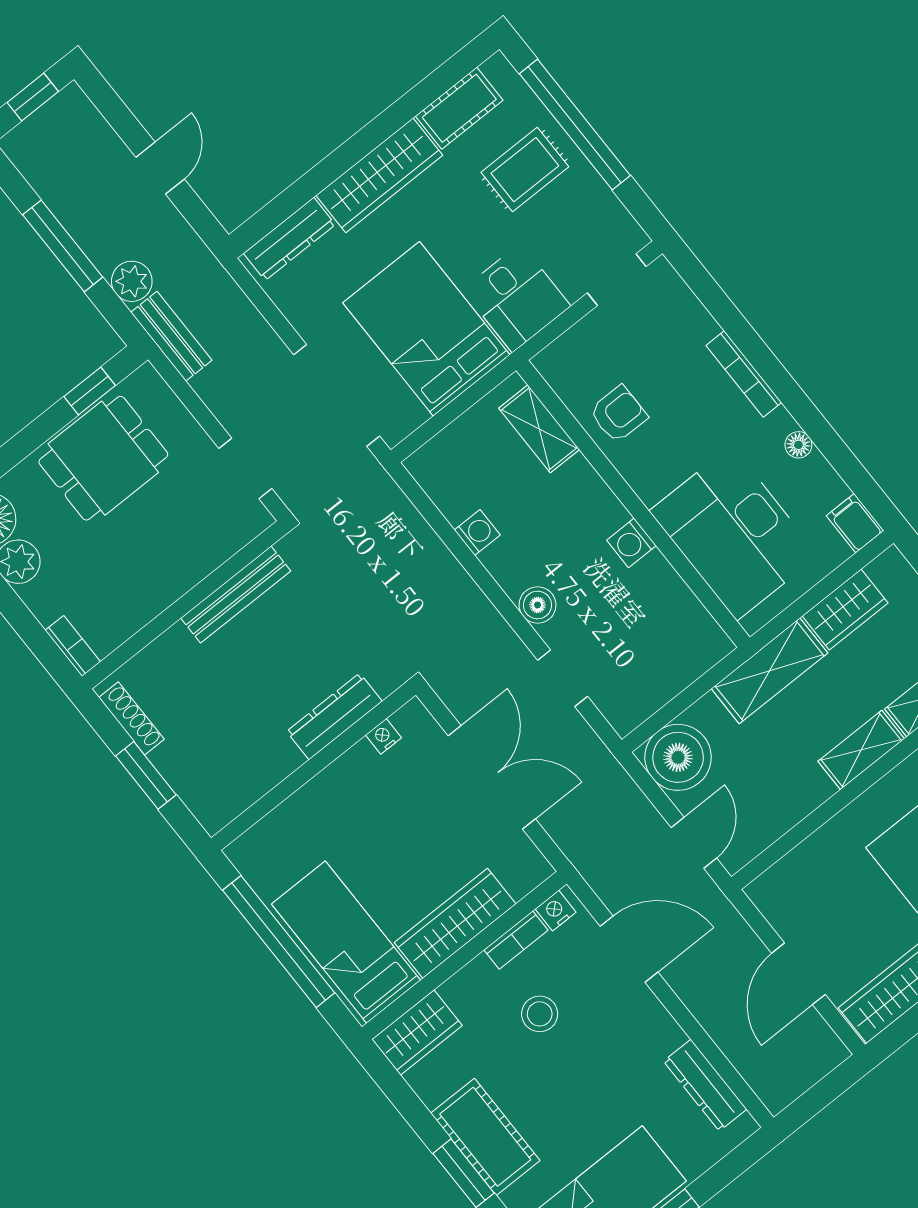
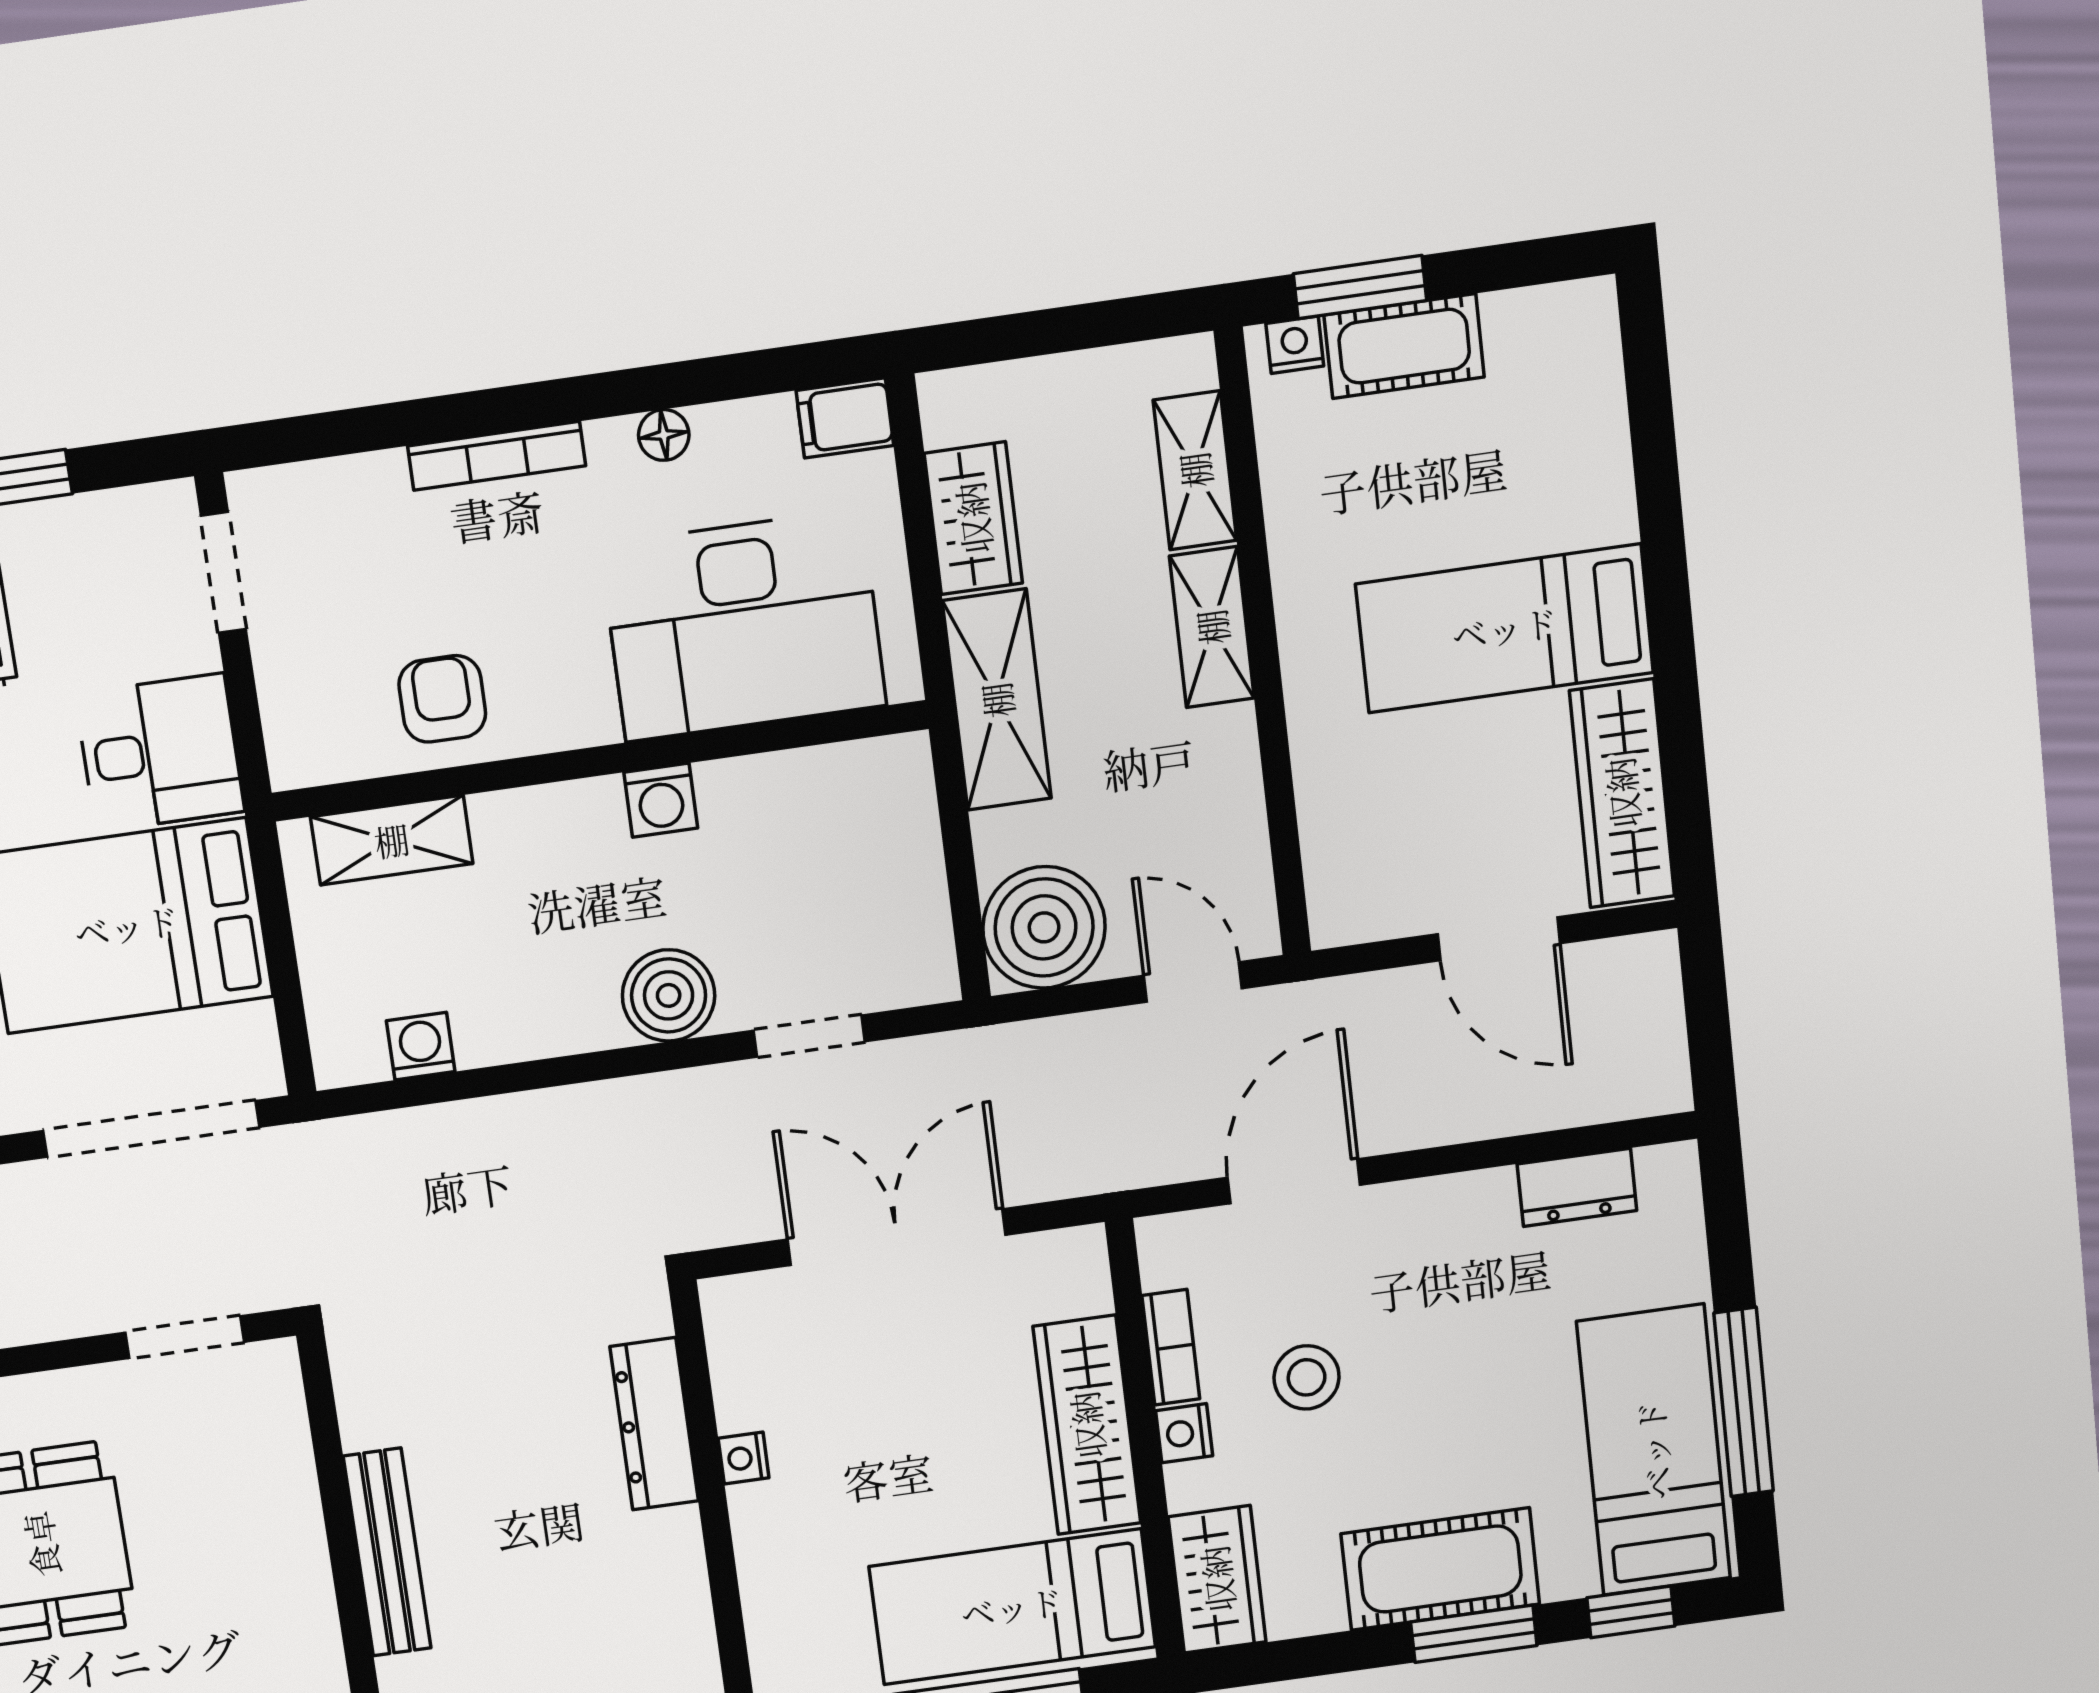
washing machine: (477, 533) -> (421, 1046), moved
bench: (236, 595) -> (387, 1552), moved
boiler: (538, 605) -> (669, 995), width x1.36, depth x1.36
nightstand: (384, 736) -> (744, 1458), moved
nightstand: (556, 911) -> (1184, 1433), moved
dresser: (705, 1085) -> (1577, 1187), width x0.70

